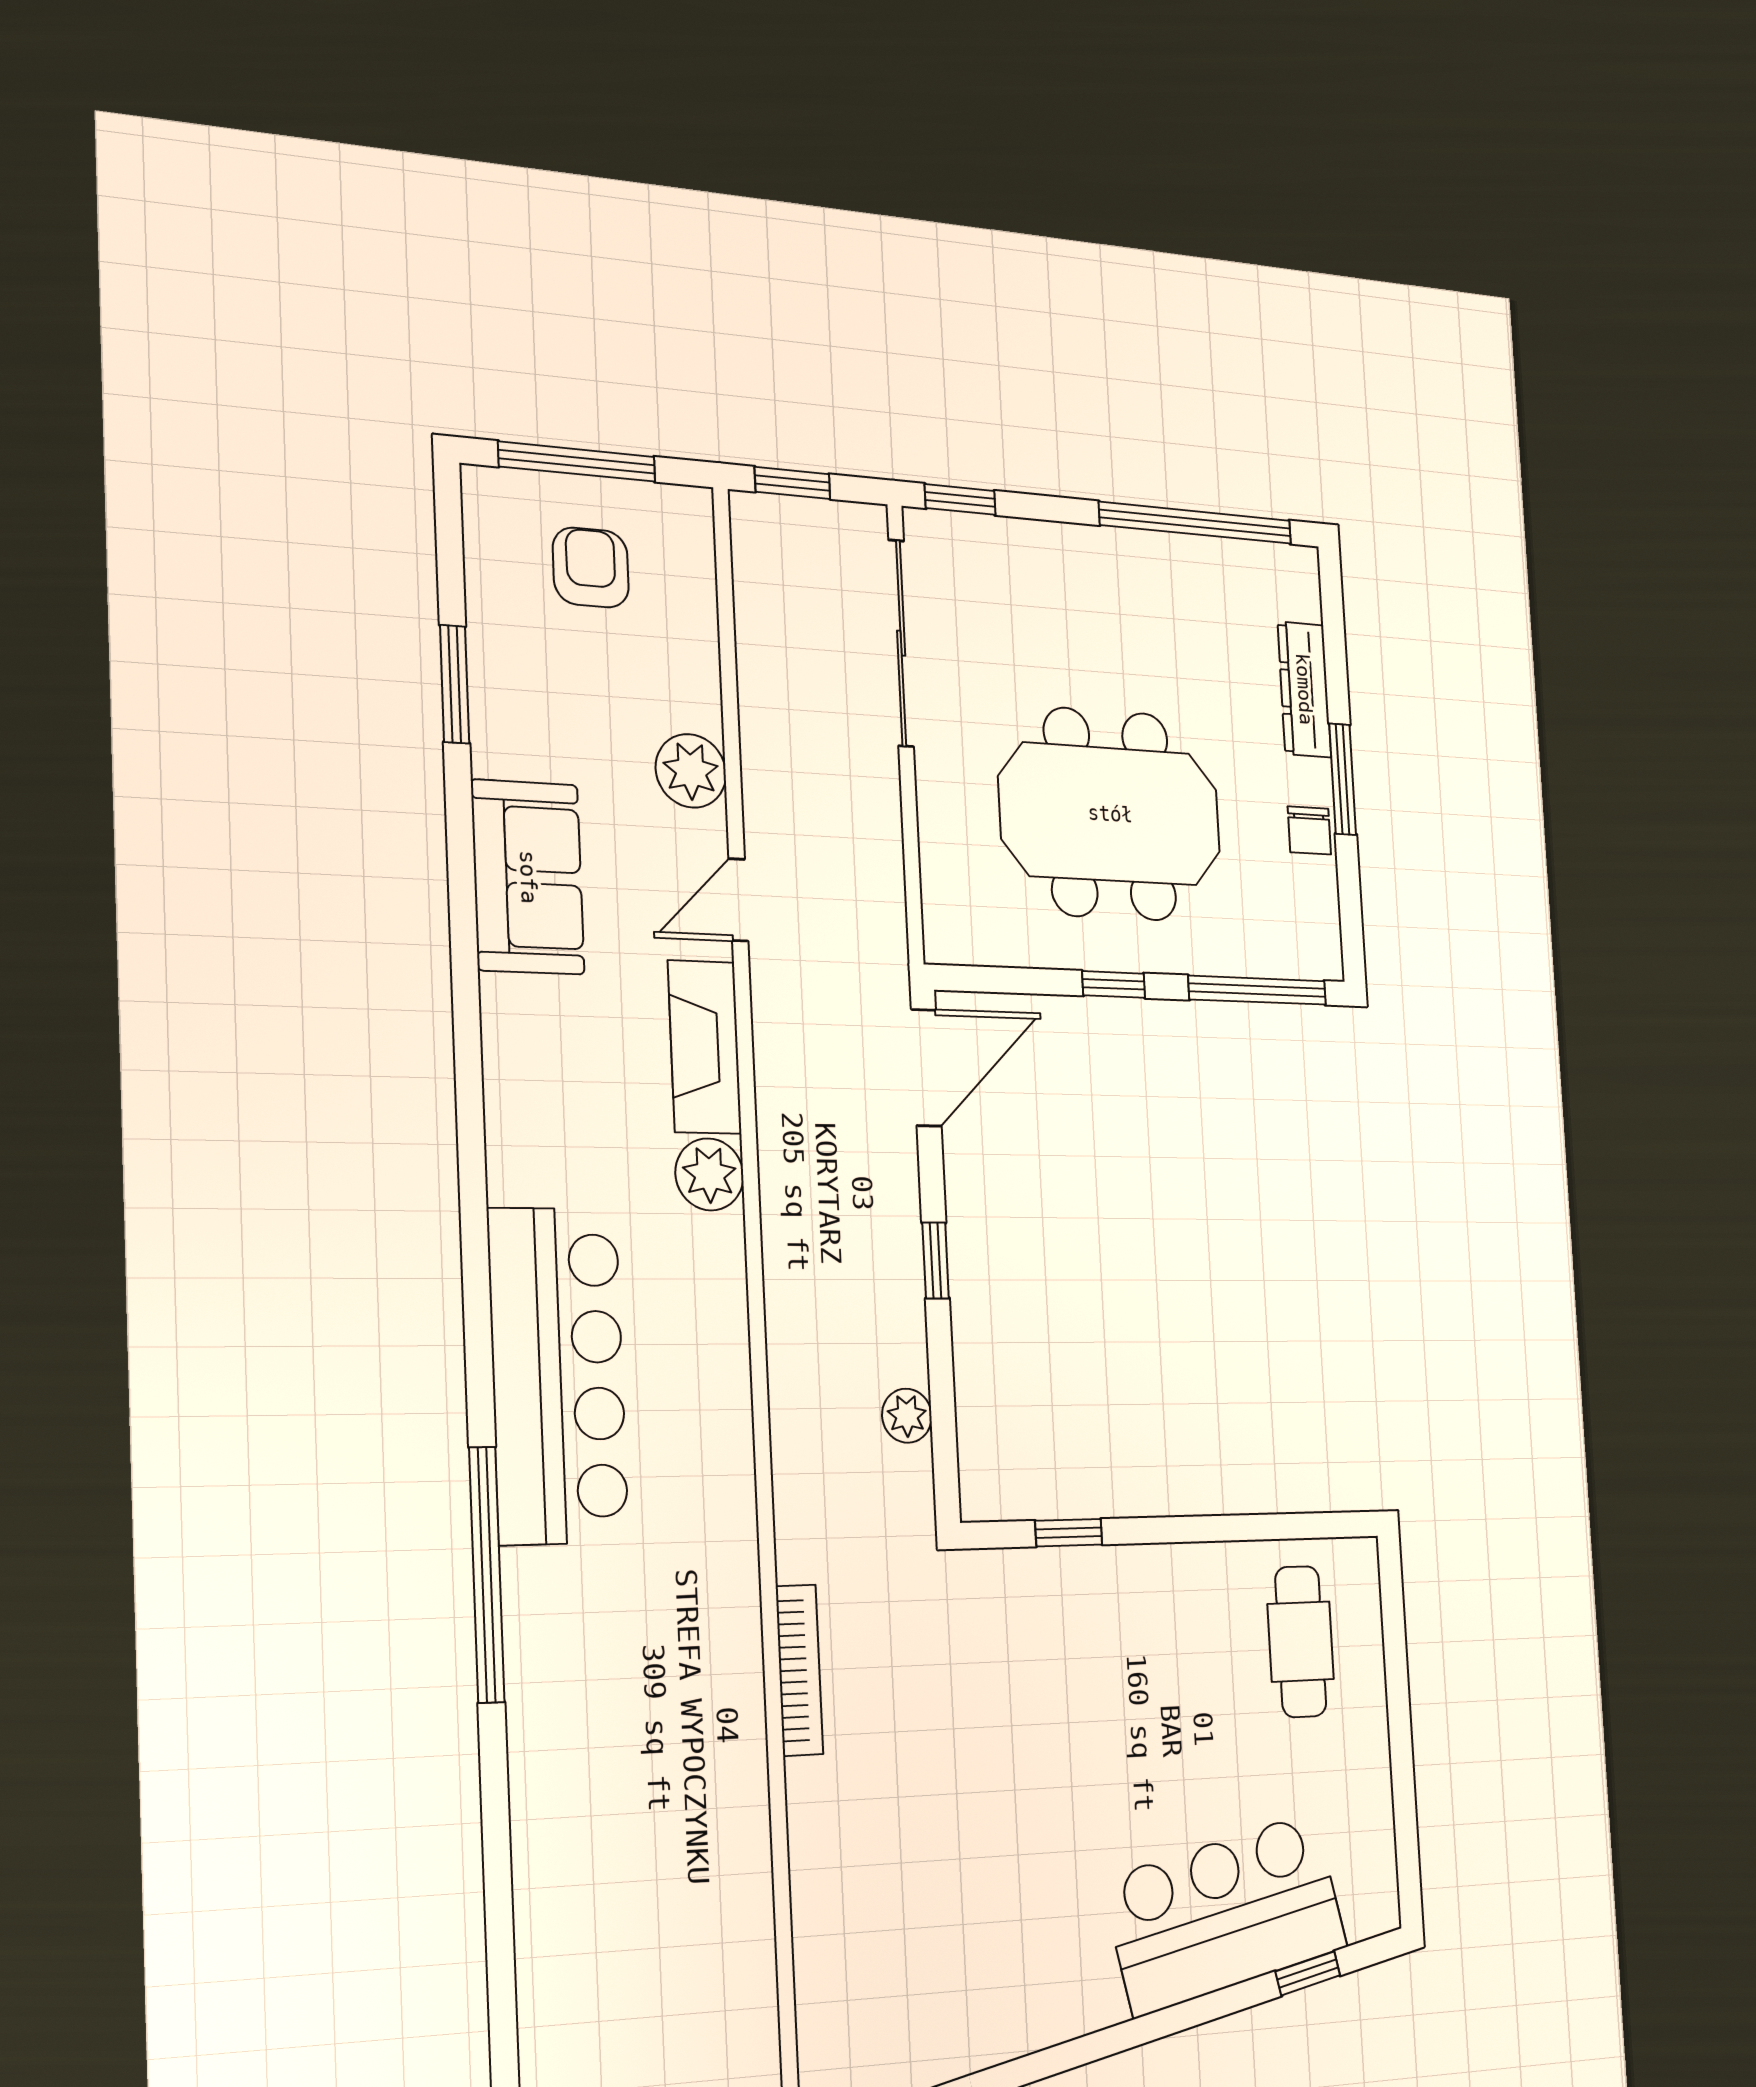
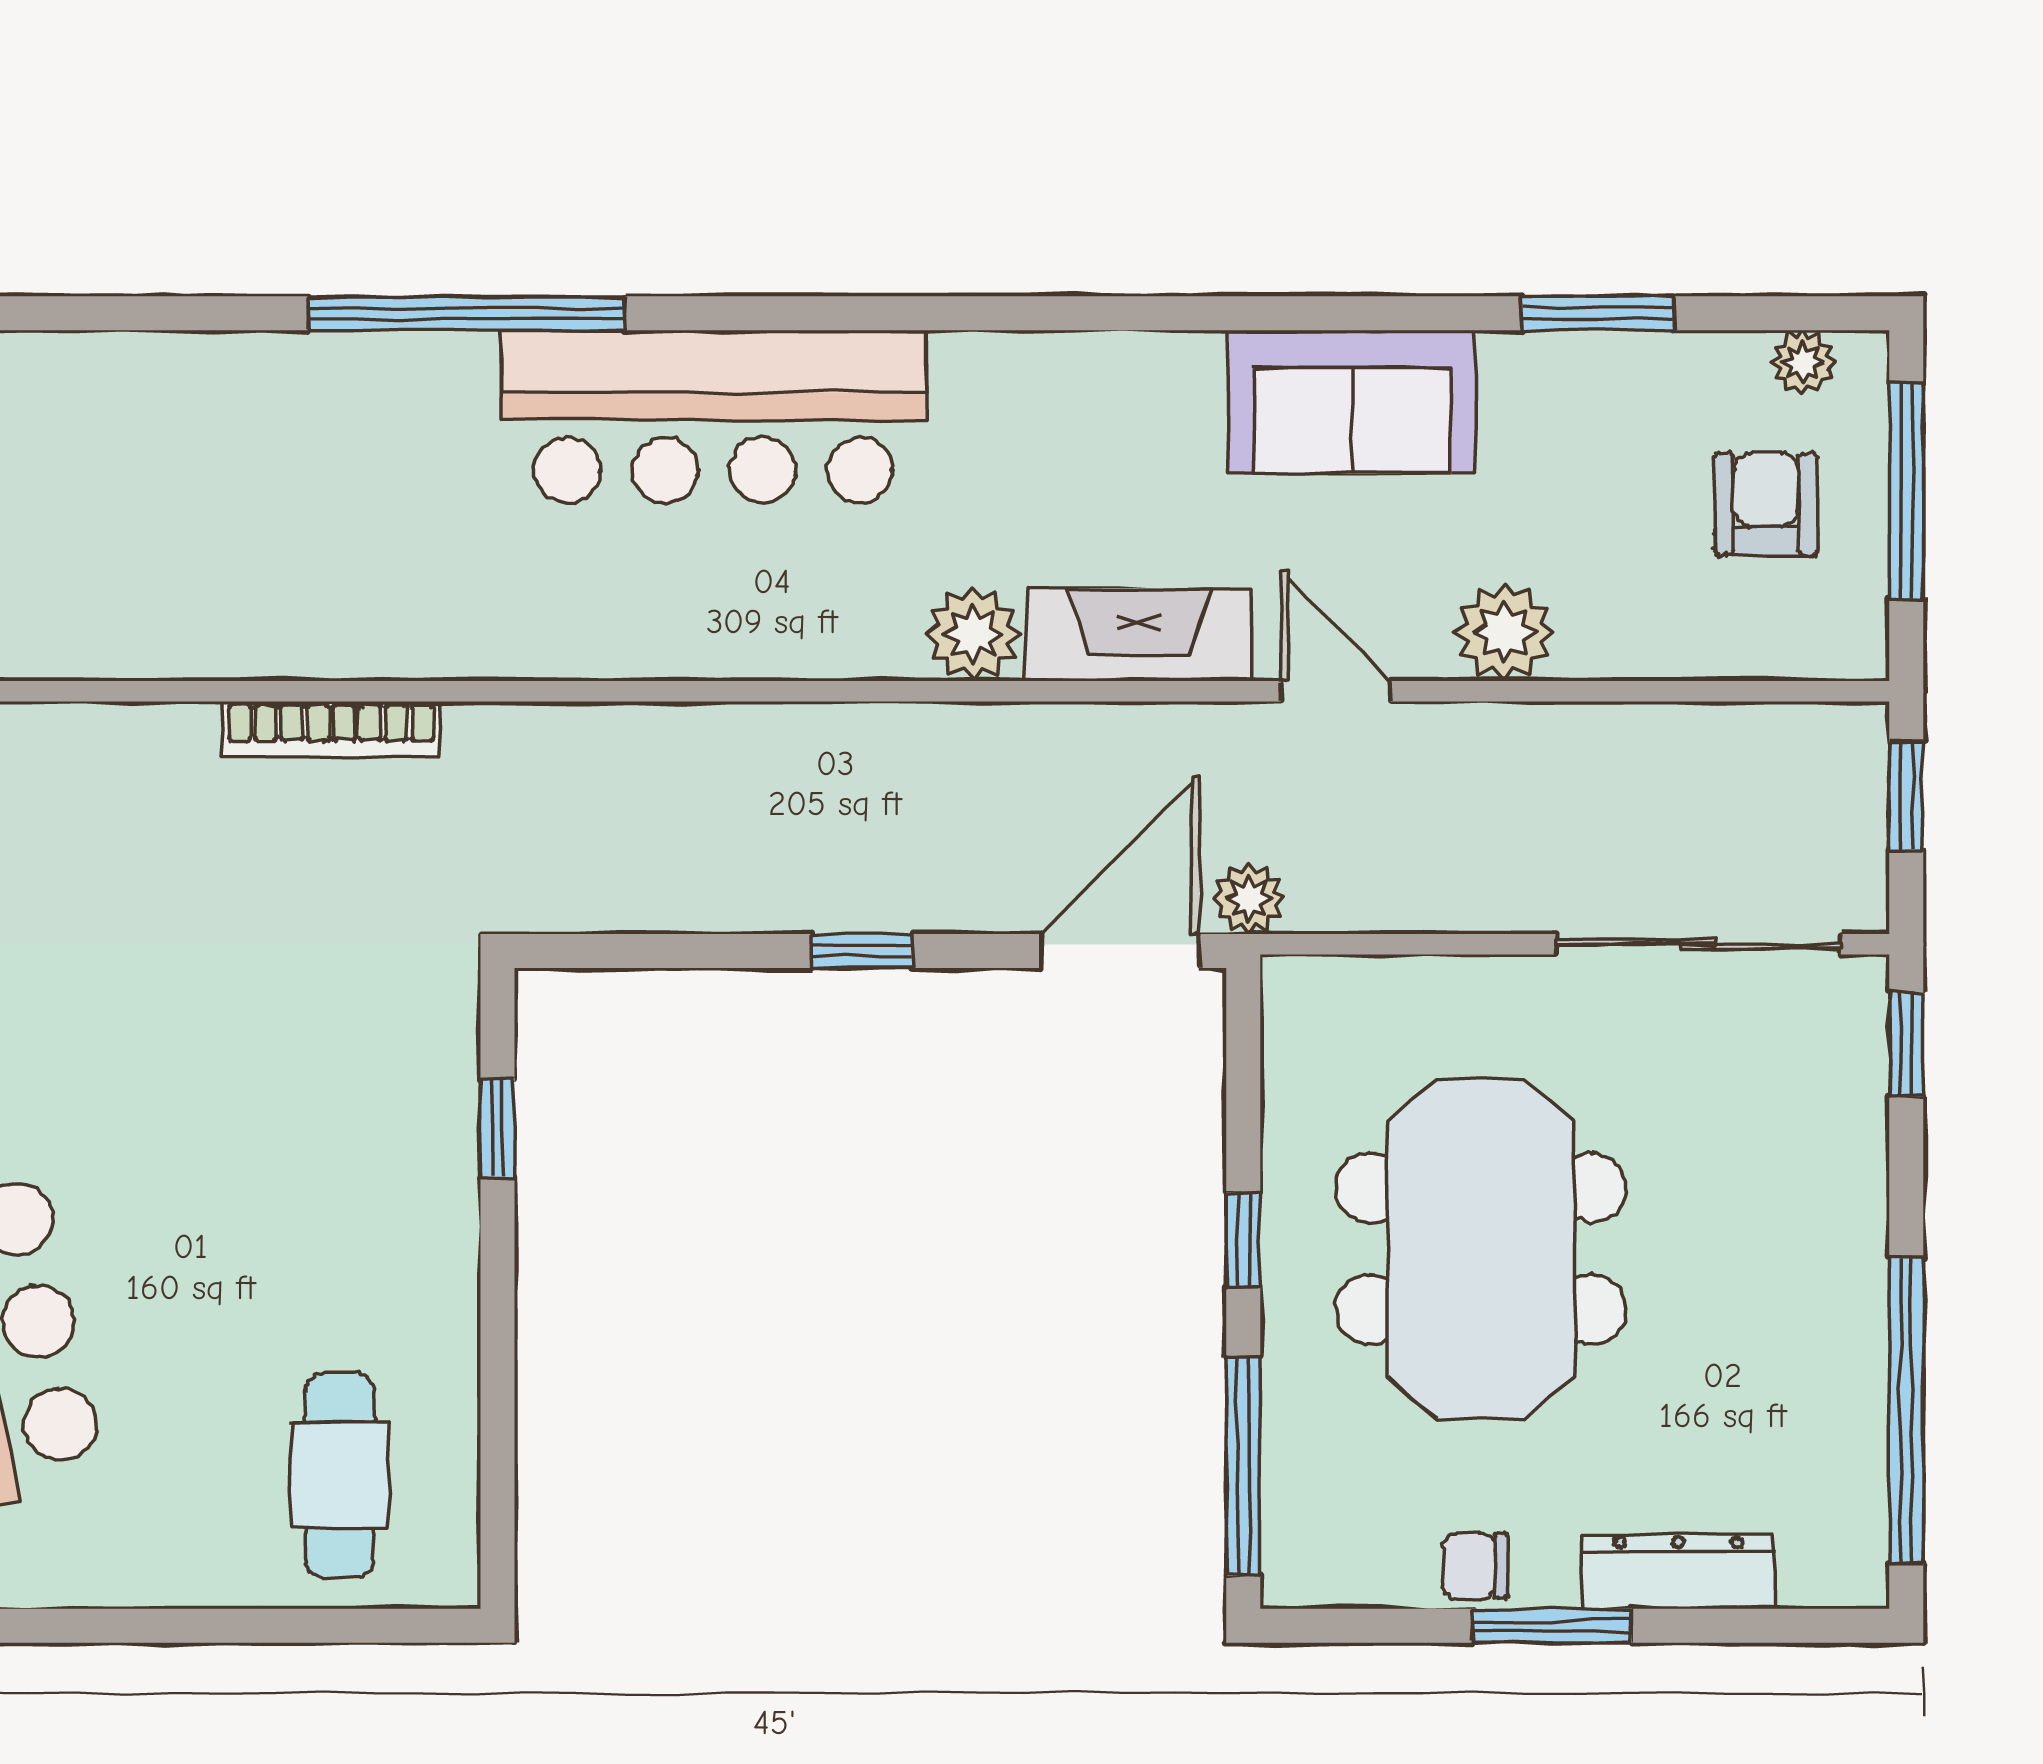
plant: (485, 530) -> (1803, 362), added
armchair: (591, 567) -> (1766, 504), turned -90
door: (926, 1068) -> (1120, 951), swing flipped
plant: (907, 1416) -> (1249, 898), moved
cafe table: (1301, 1642) -> (340, 1475), turned 90

